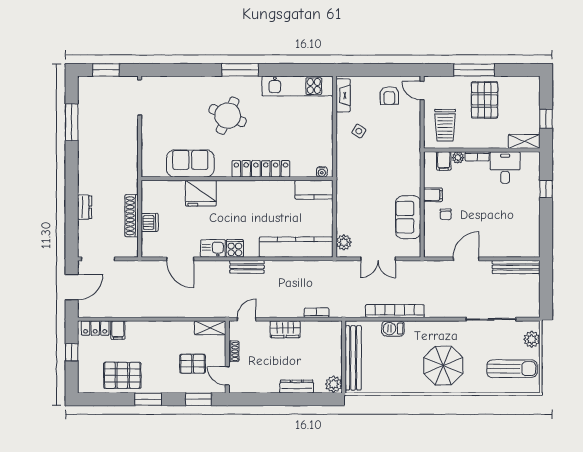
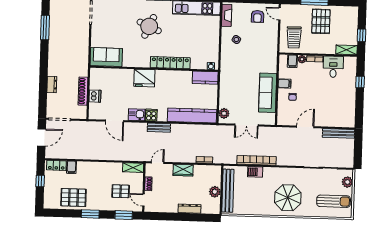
sofa: (190, 163) -> (106, 57), moved
fridge: (201, 193) -> (144, 78), moved
sofa: (408, 217) -> (268, 93), width x1.36
plant: (334, 384) -> (215, 192), moved

